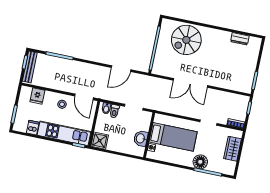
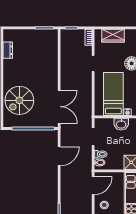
spiral stairs: (186, 40) -> (19, 100), turned 90
door: (121, 69) -> (59, 156), hinge flipped
double door: (190, 83) -> (59, 107), moved

